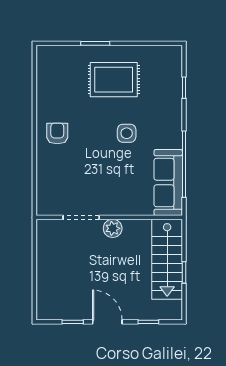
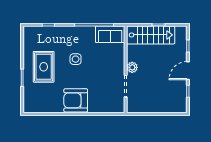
armchair: (57, 133) -> (76, 100), width x1.88, depth x1.88
sofa: (168, 183) -> (110, 34), width x0.73

